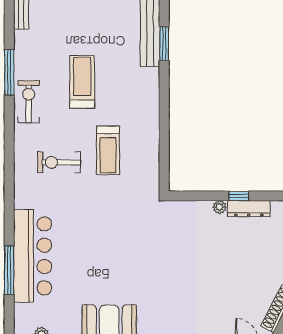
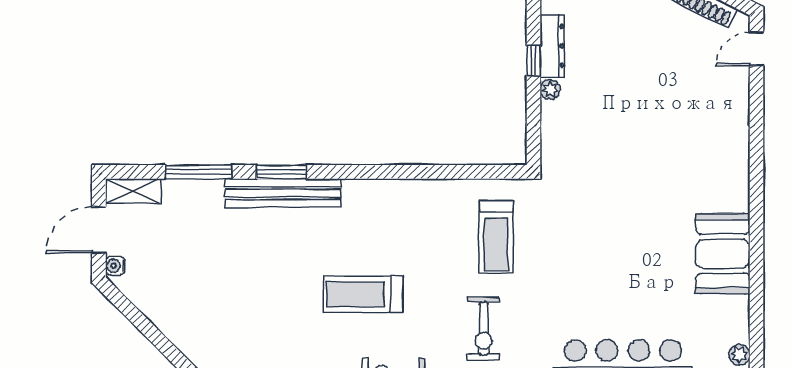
window: (164, 44) -> (281, 172), moved
treadmill: (108, 150) -> (496, 237), moved, turned 90

